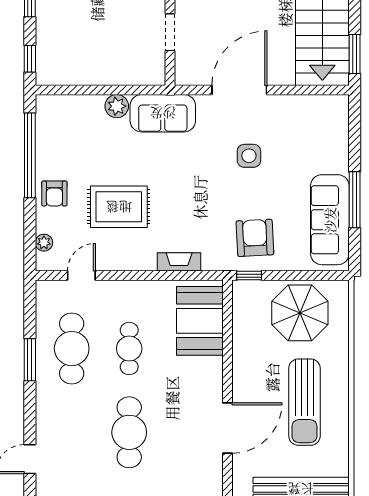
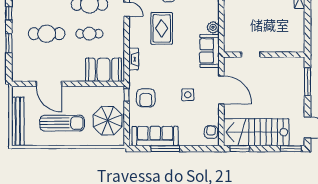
armchair: (322, 110) -> (211, 132), added
armchair: (255, 238) -> (146, 98), turned 93
sun lounger: (304, 402) -> (62, 123), turned 180

